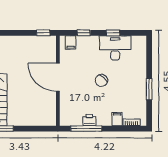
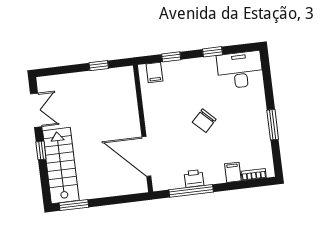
window: (43, 33) -> (99, 66), moved
desk: (115, 48) -> (240, 70), moved
door: (58, 77) -> (146, 156), moved

